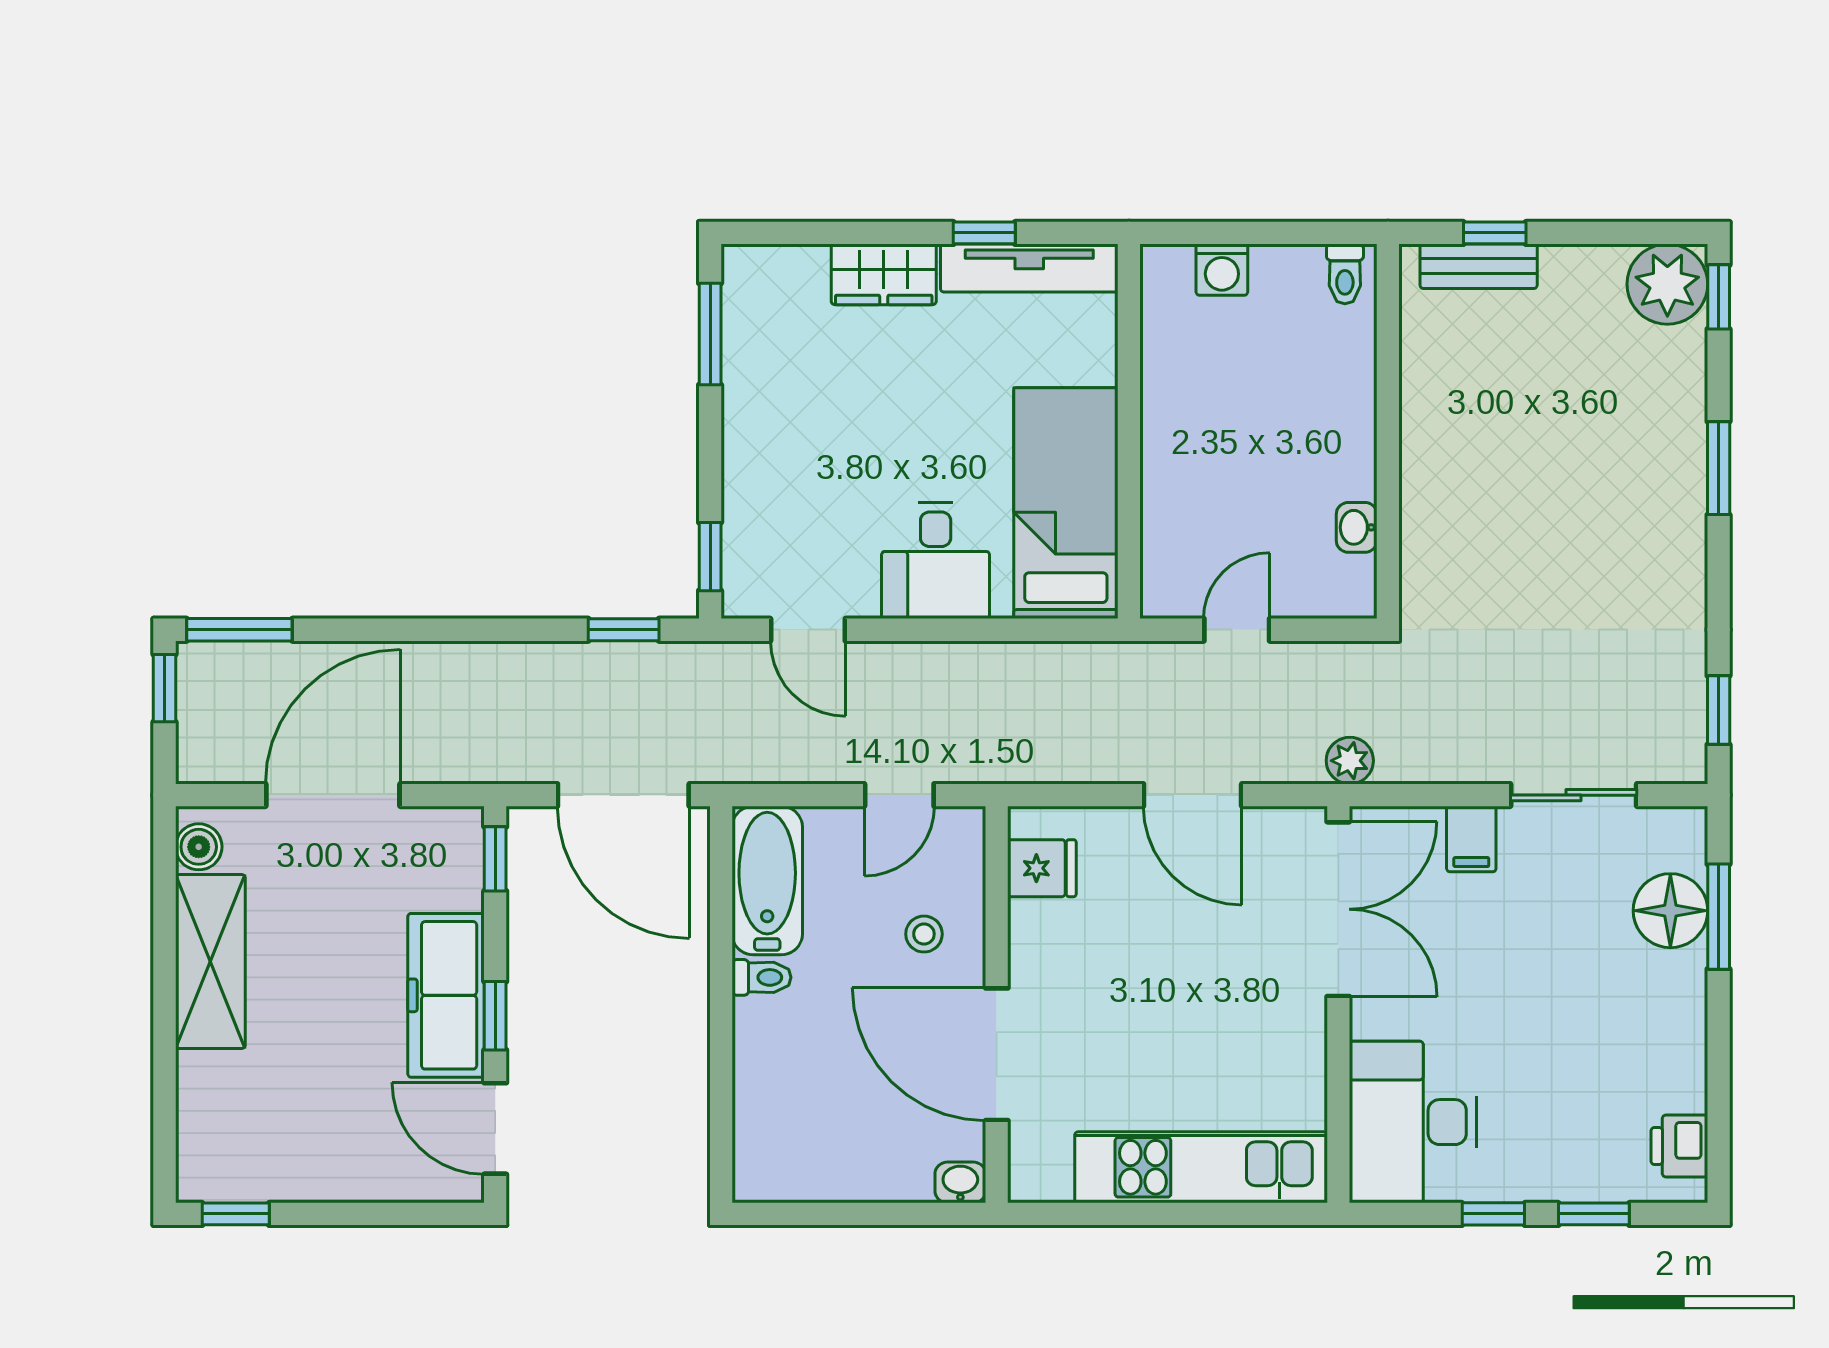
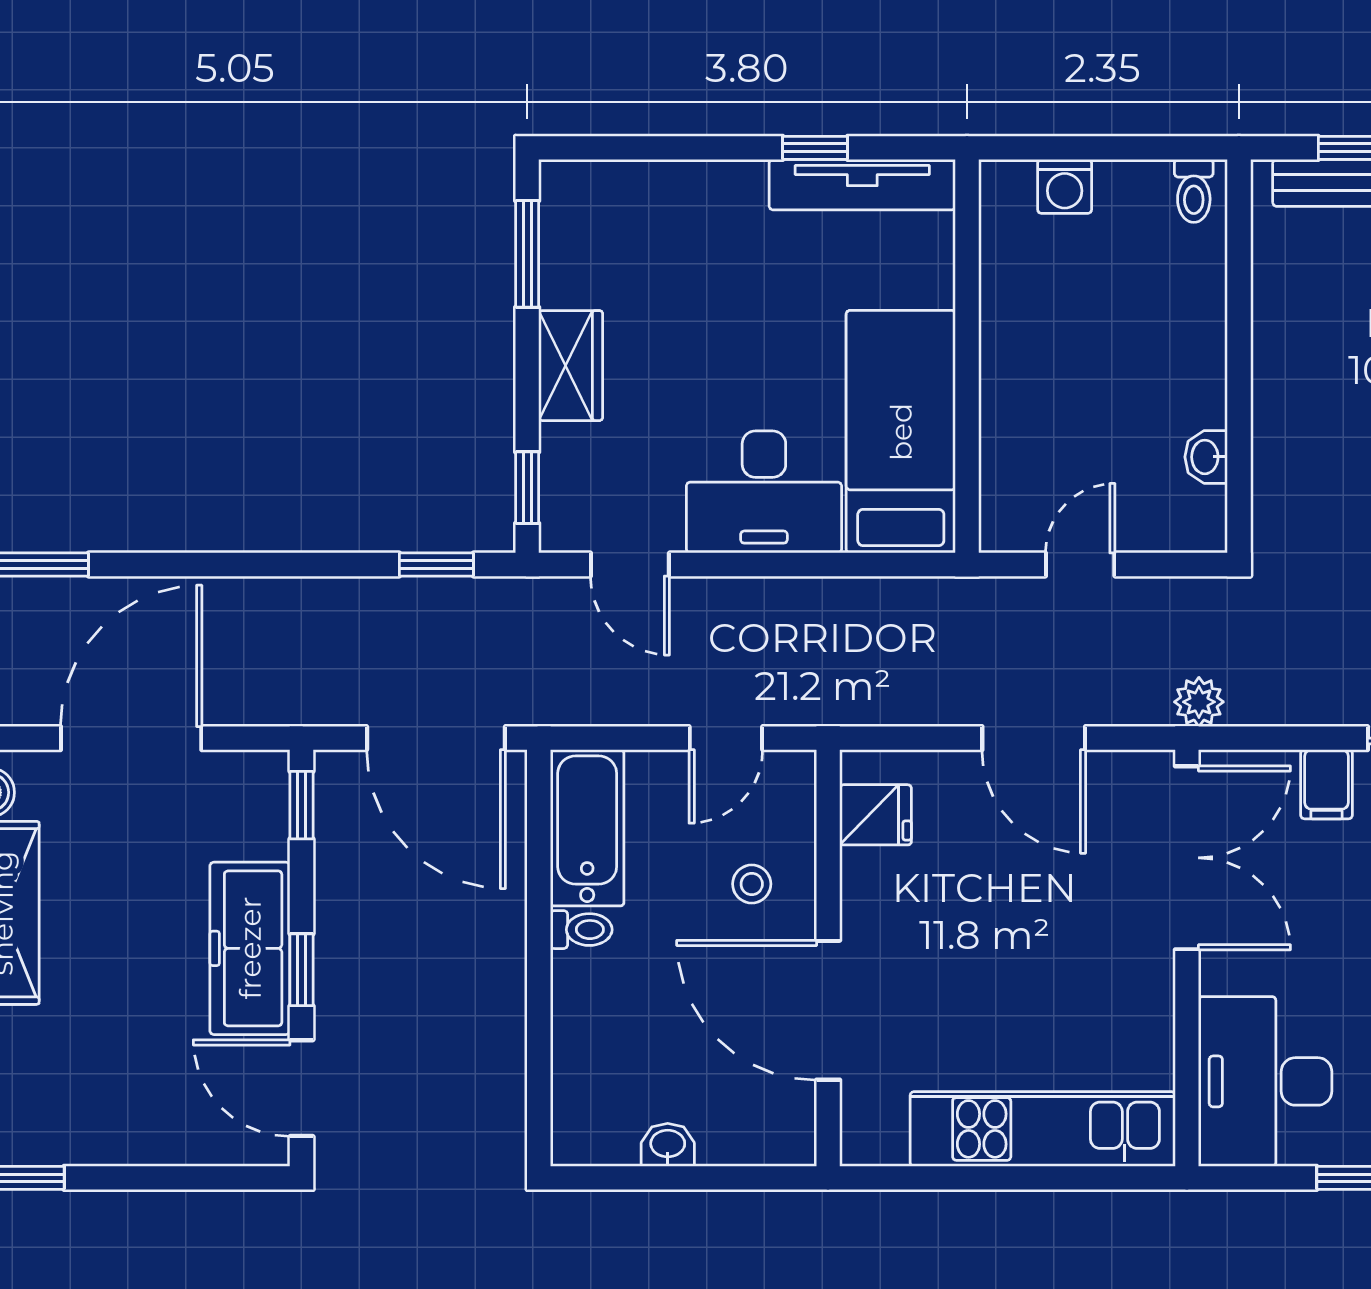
wardrobe: (884, 274) -> (571, 366), moved, turned -90
desk: (936, 561) -> (764, 492), width x1.37
washbasin: (960, 1182) -> (668, 1145), moved

